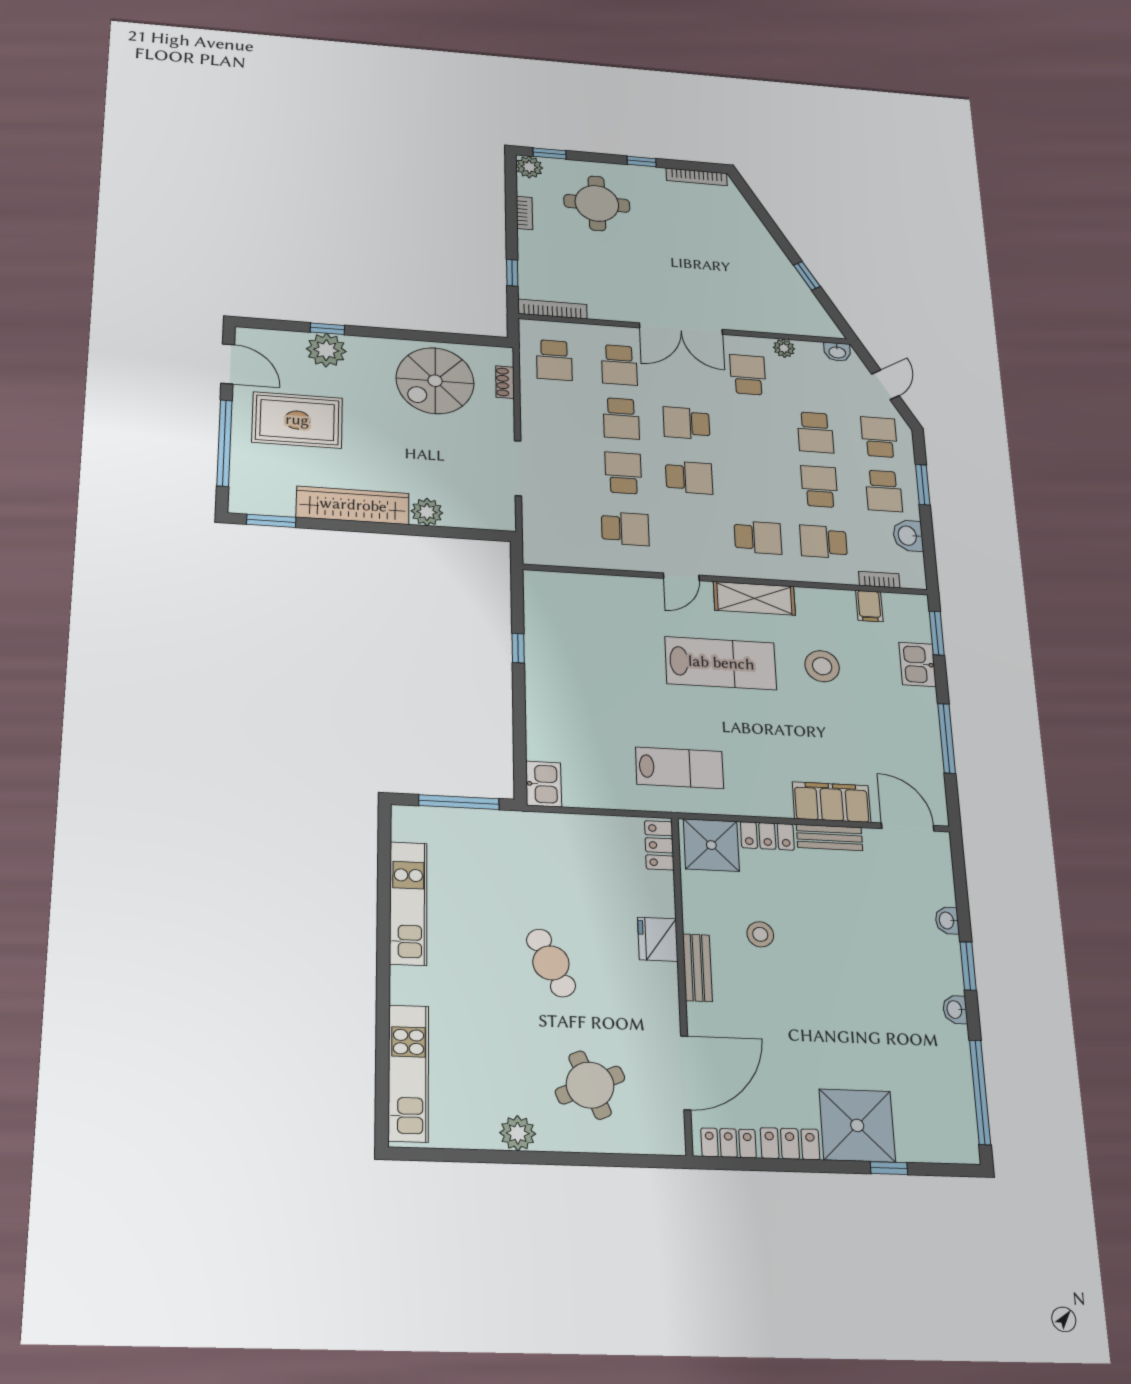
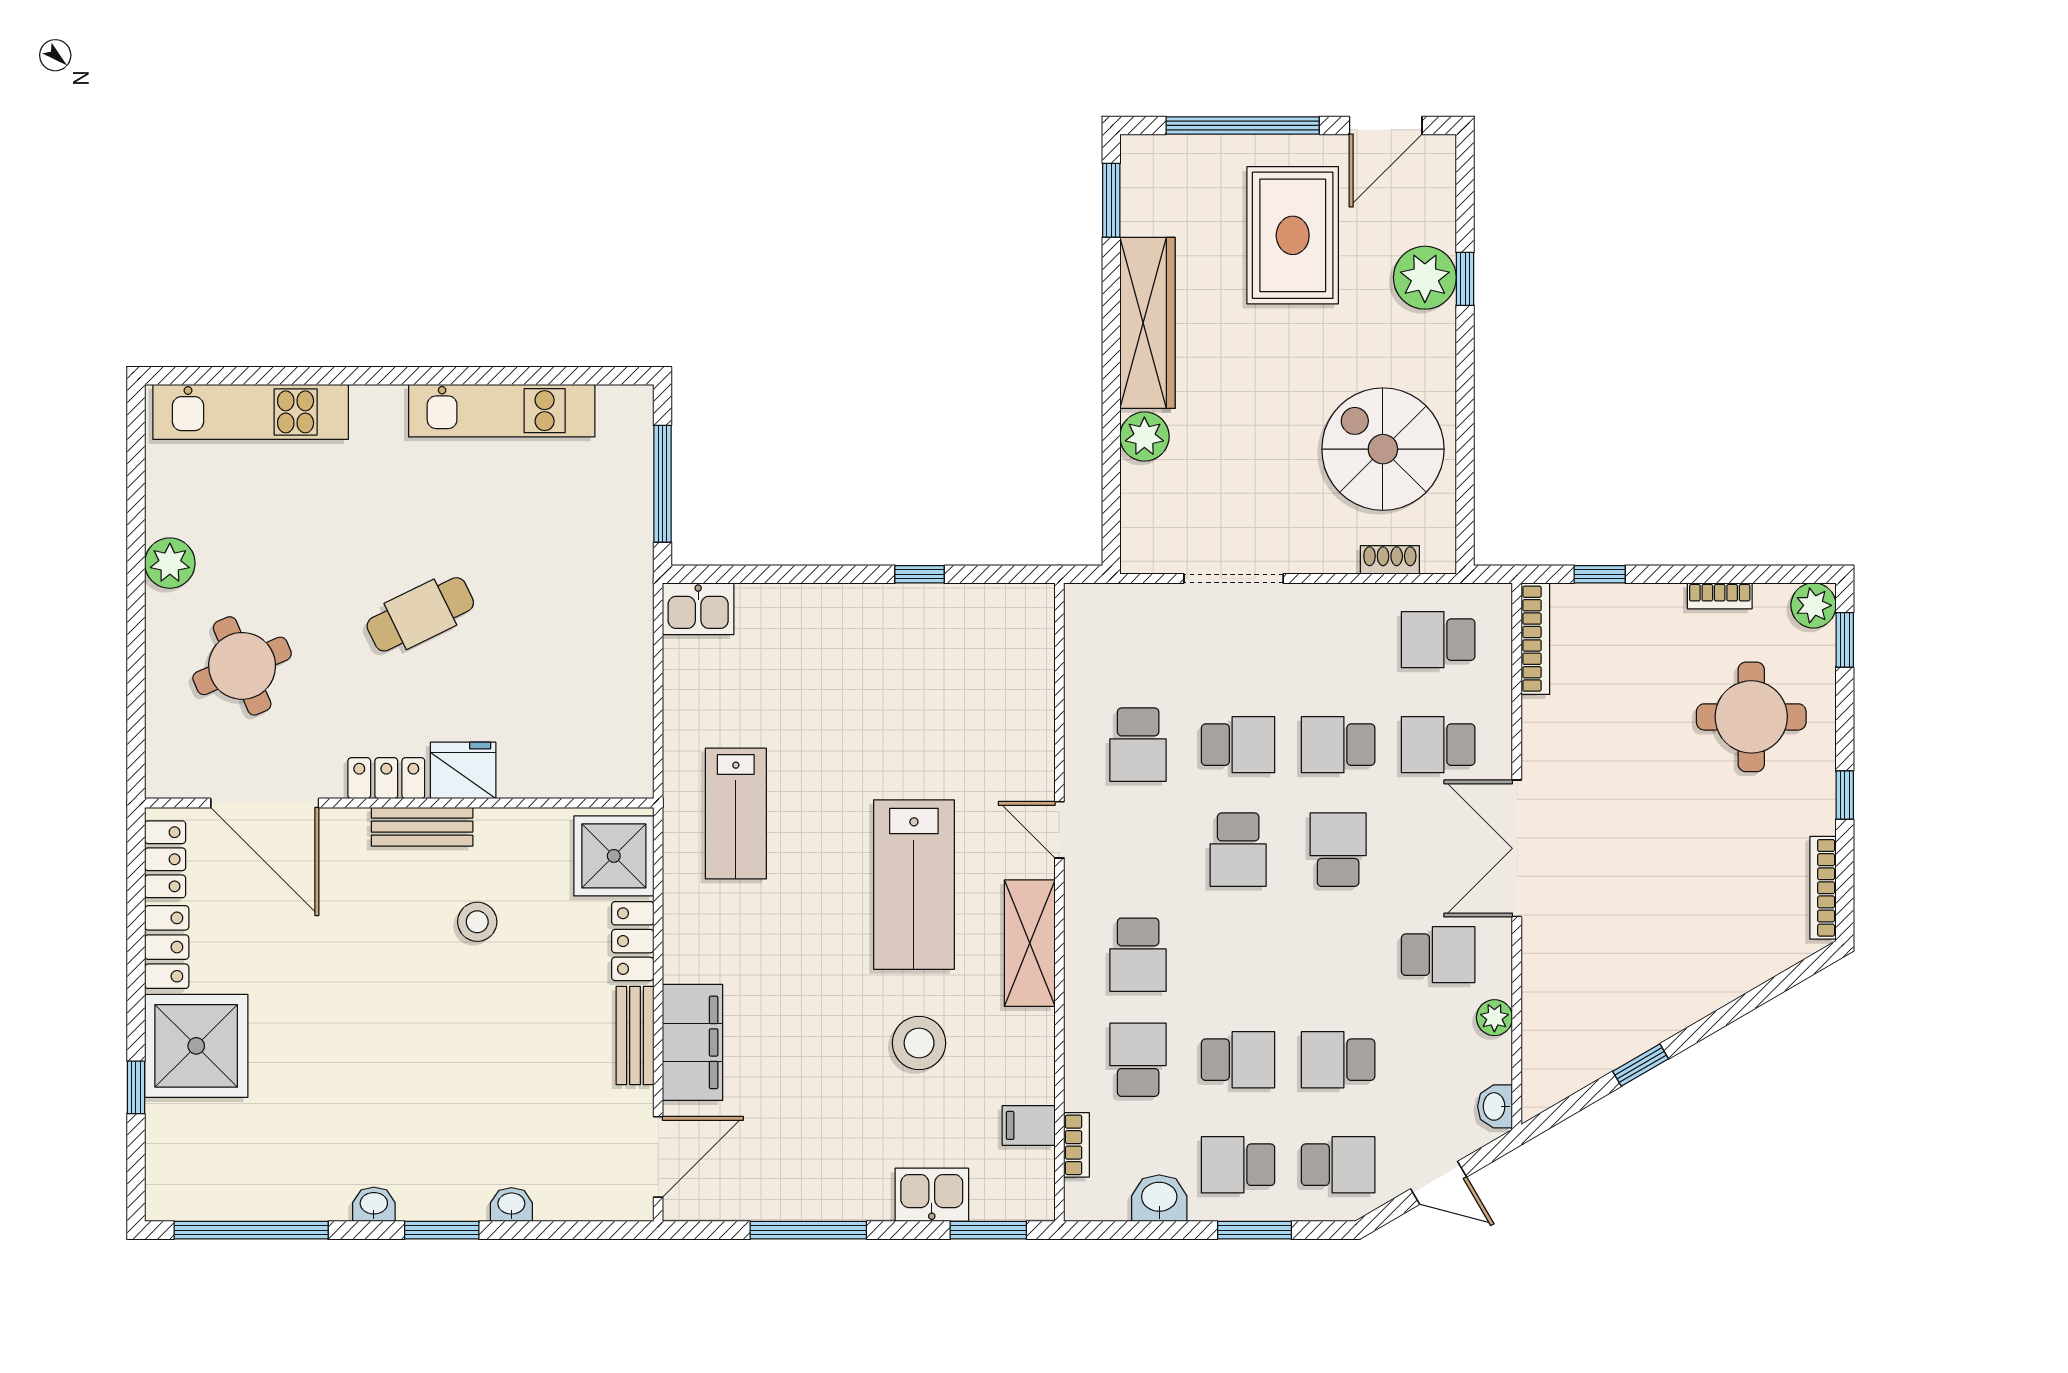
locker: (659, 845) -> (386, 778), moved

